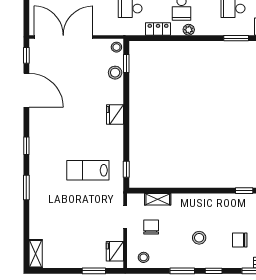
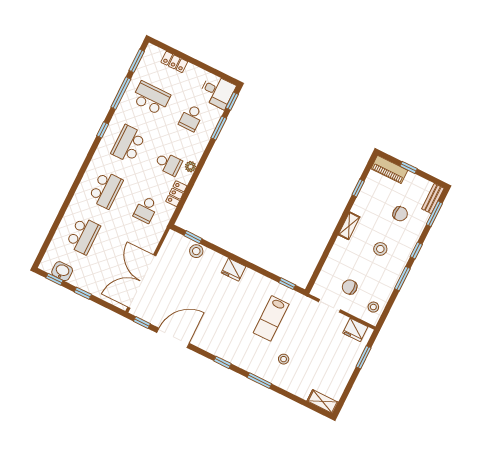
stool: (116, 47) -> (284, 359), moved
shelving: (158, 199) -> (349, 226), moved
chair: (240, 240) -> (400, 214), turned -90

